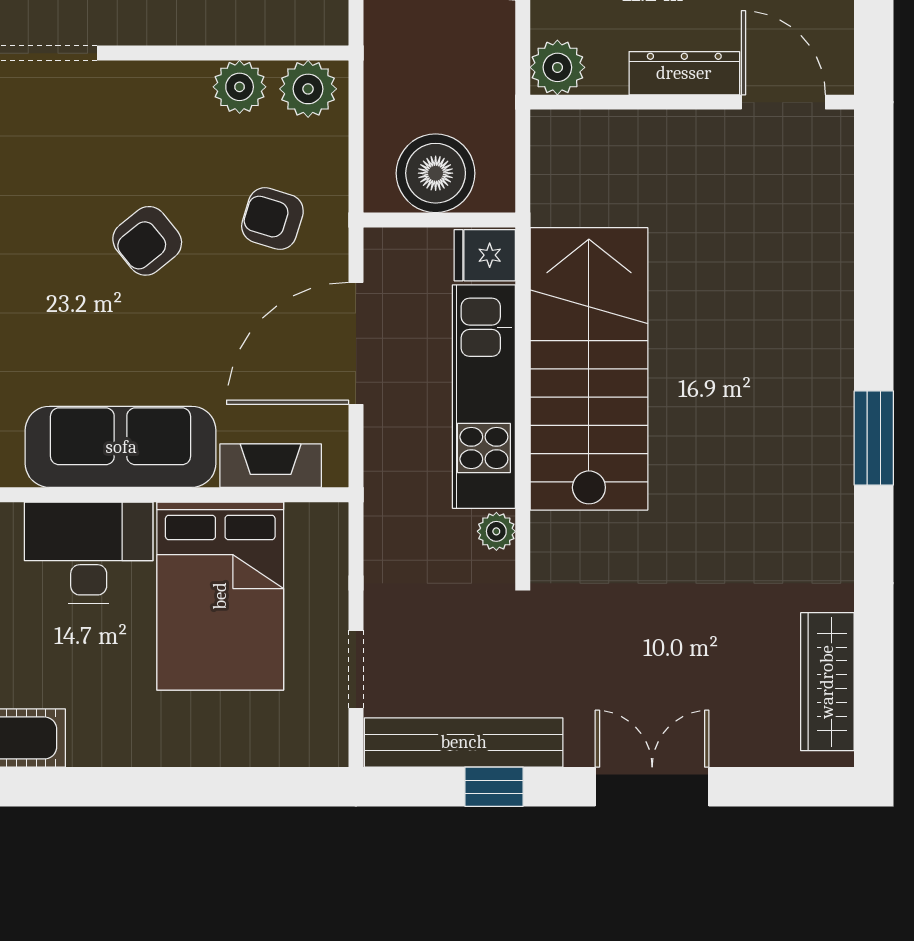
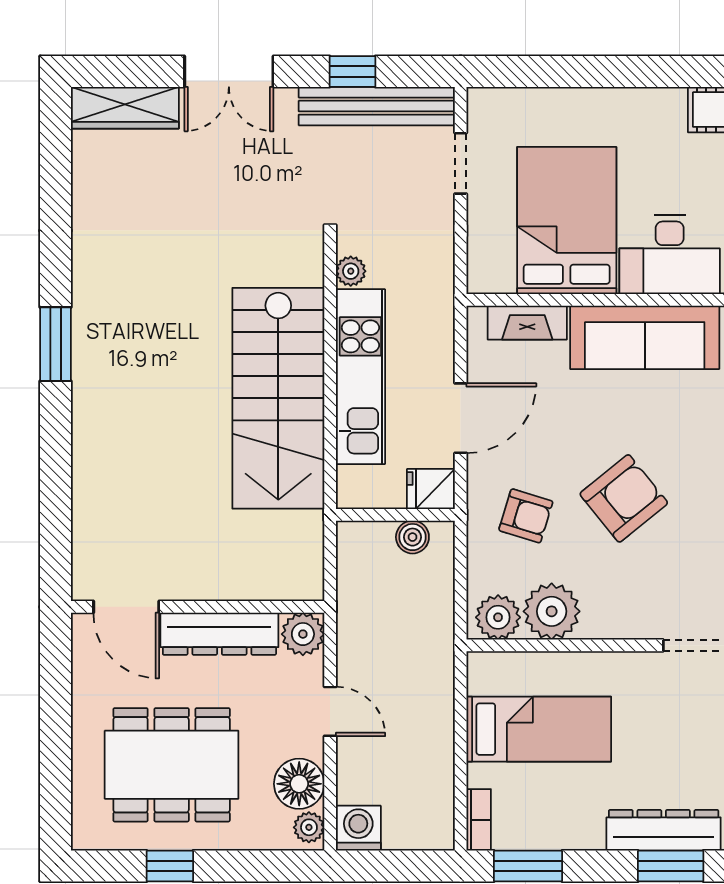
dresser: (684, 73) -> (219, 634), width x1.37, depth x1.24
plant: (240, 87) -> (552, 611), width x1.36, depth x1.36
boiler: (436, 173) -> (412, 537), width x0.54, depth x0.54
armchair: (147, 241) -> (624, 498), width x1.38, depth x1.38
fridge: (485, 255) -> (431, 489), moved, turned 180
door: (356, 343) -> (461, 418), width x0.73
wardrobe: (827, 682) -> (125, 108), moved, turned 90

